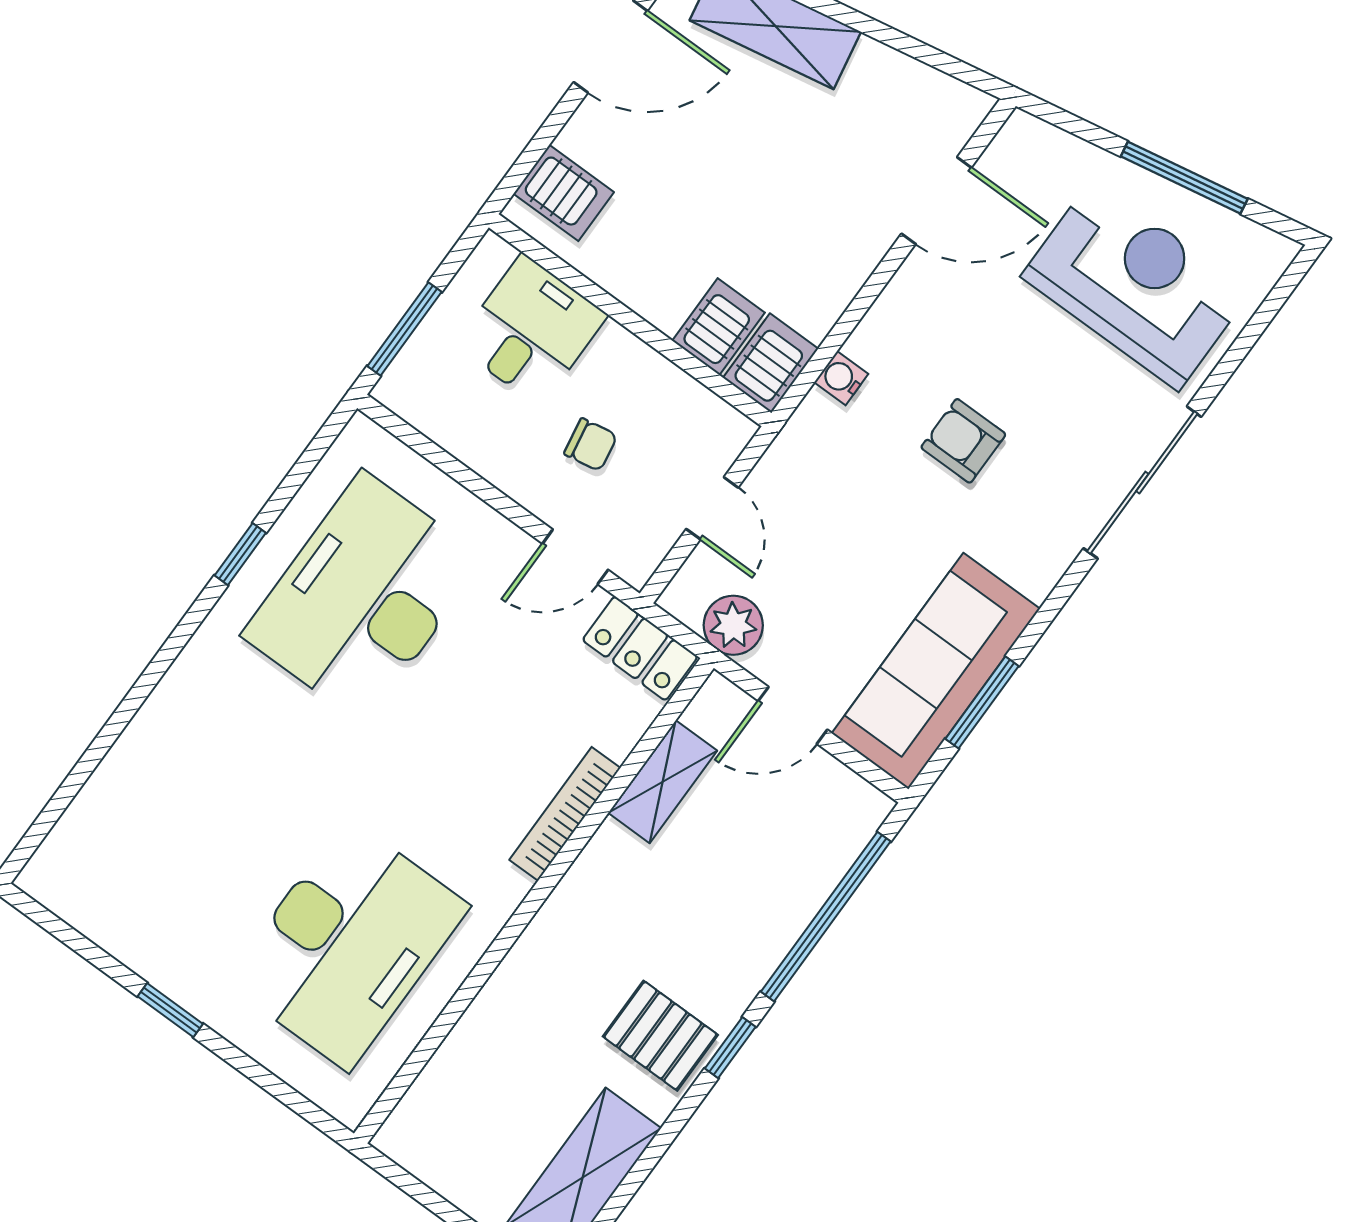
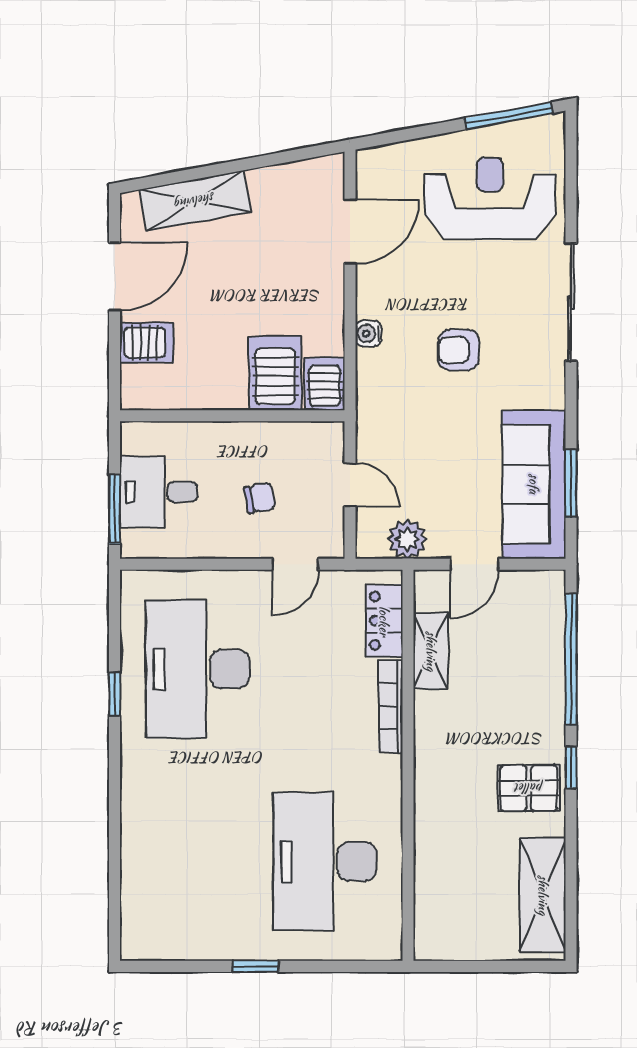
window: (1184, 178) -> (509, 116), moved
server rack: (564, 193) -> (147, 343), moved
server rack: (719, 327) -> (275, 373), width x1.36, depth x1.44
desk: (531, 330) -> (159, 492), moved, turned -90
water cooler: (841, 378) -> (368, 334), moved
locker: (640, 648) -> (384, 621), moved, turned 90
desk: (348, 944) -> (325, 862), turned 180

